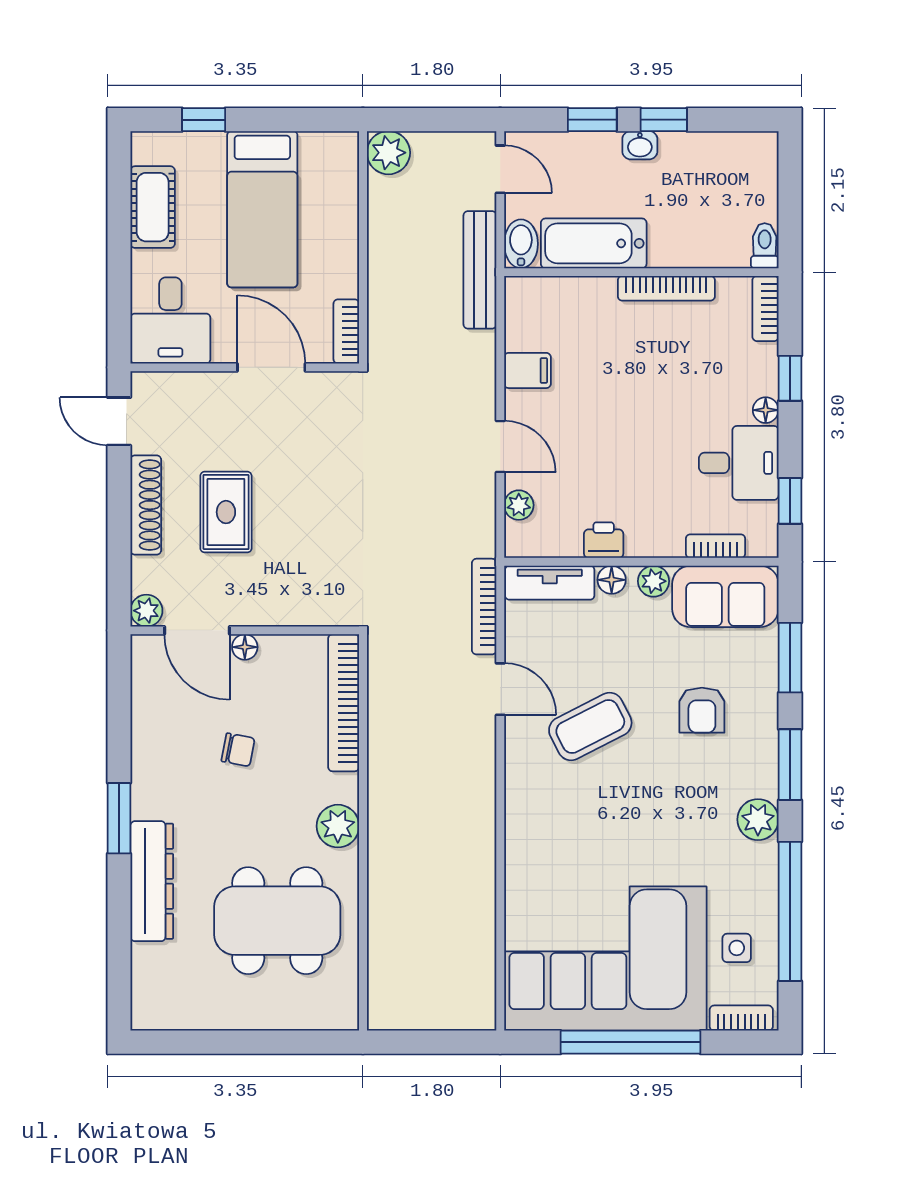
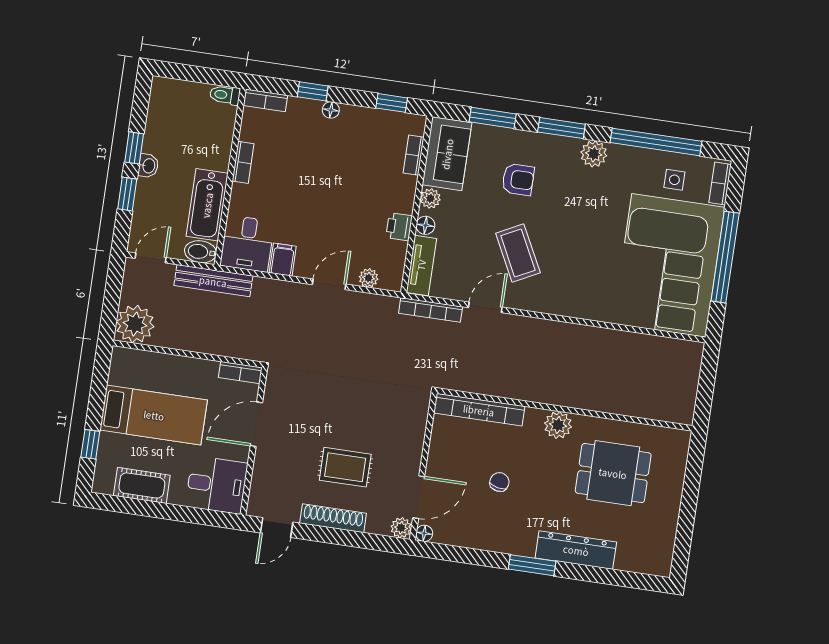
plant: (388, 153) -> (135, 324), width x1.36, depth x1.36
bookcase: (666, 288) -> (243, 162), width x0.64
desk: (739, 463) -> (247, 244), moved, turned 180
floor lamp: (245, 647) -> (424, 533), moved
dining table: (277, 921) -> (613, 473), width x0.73

